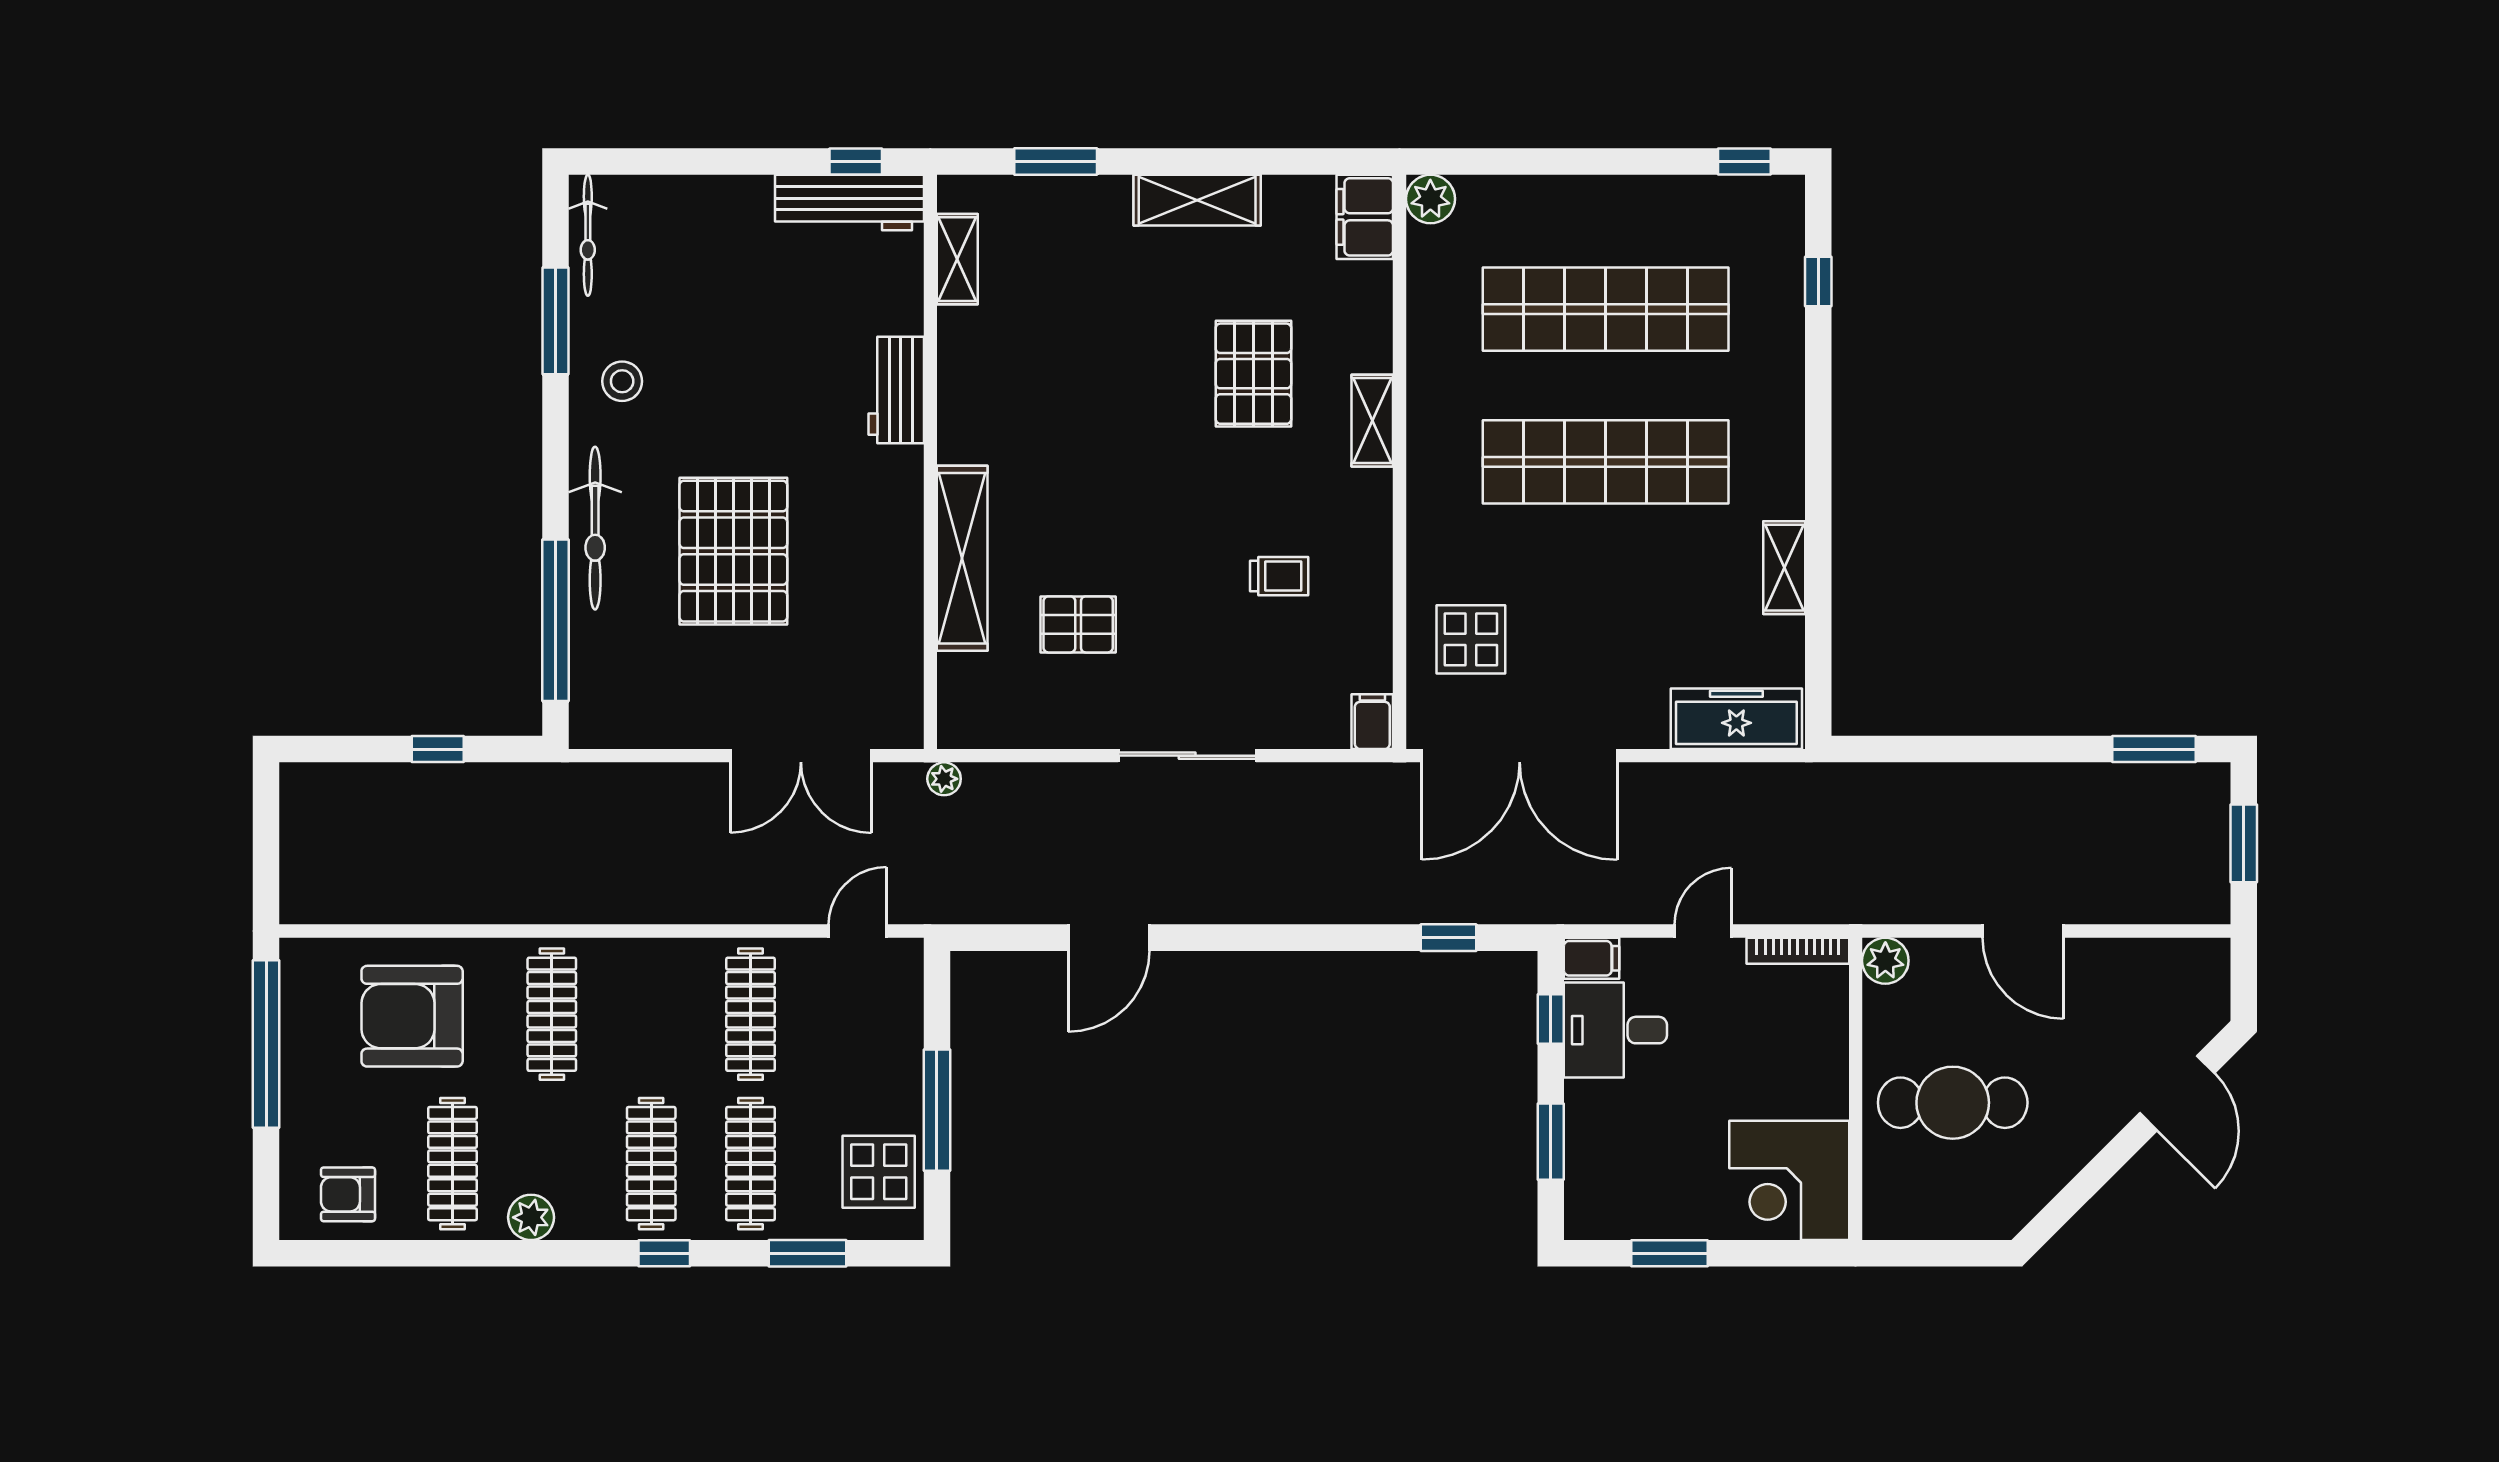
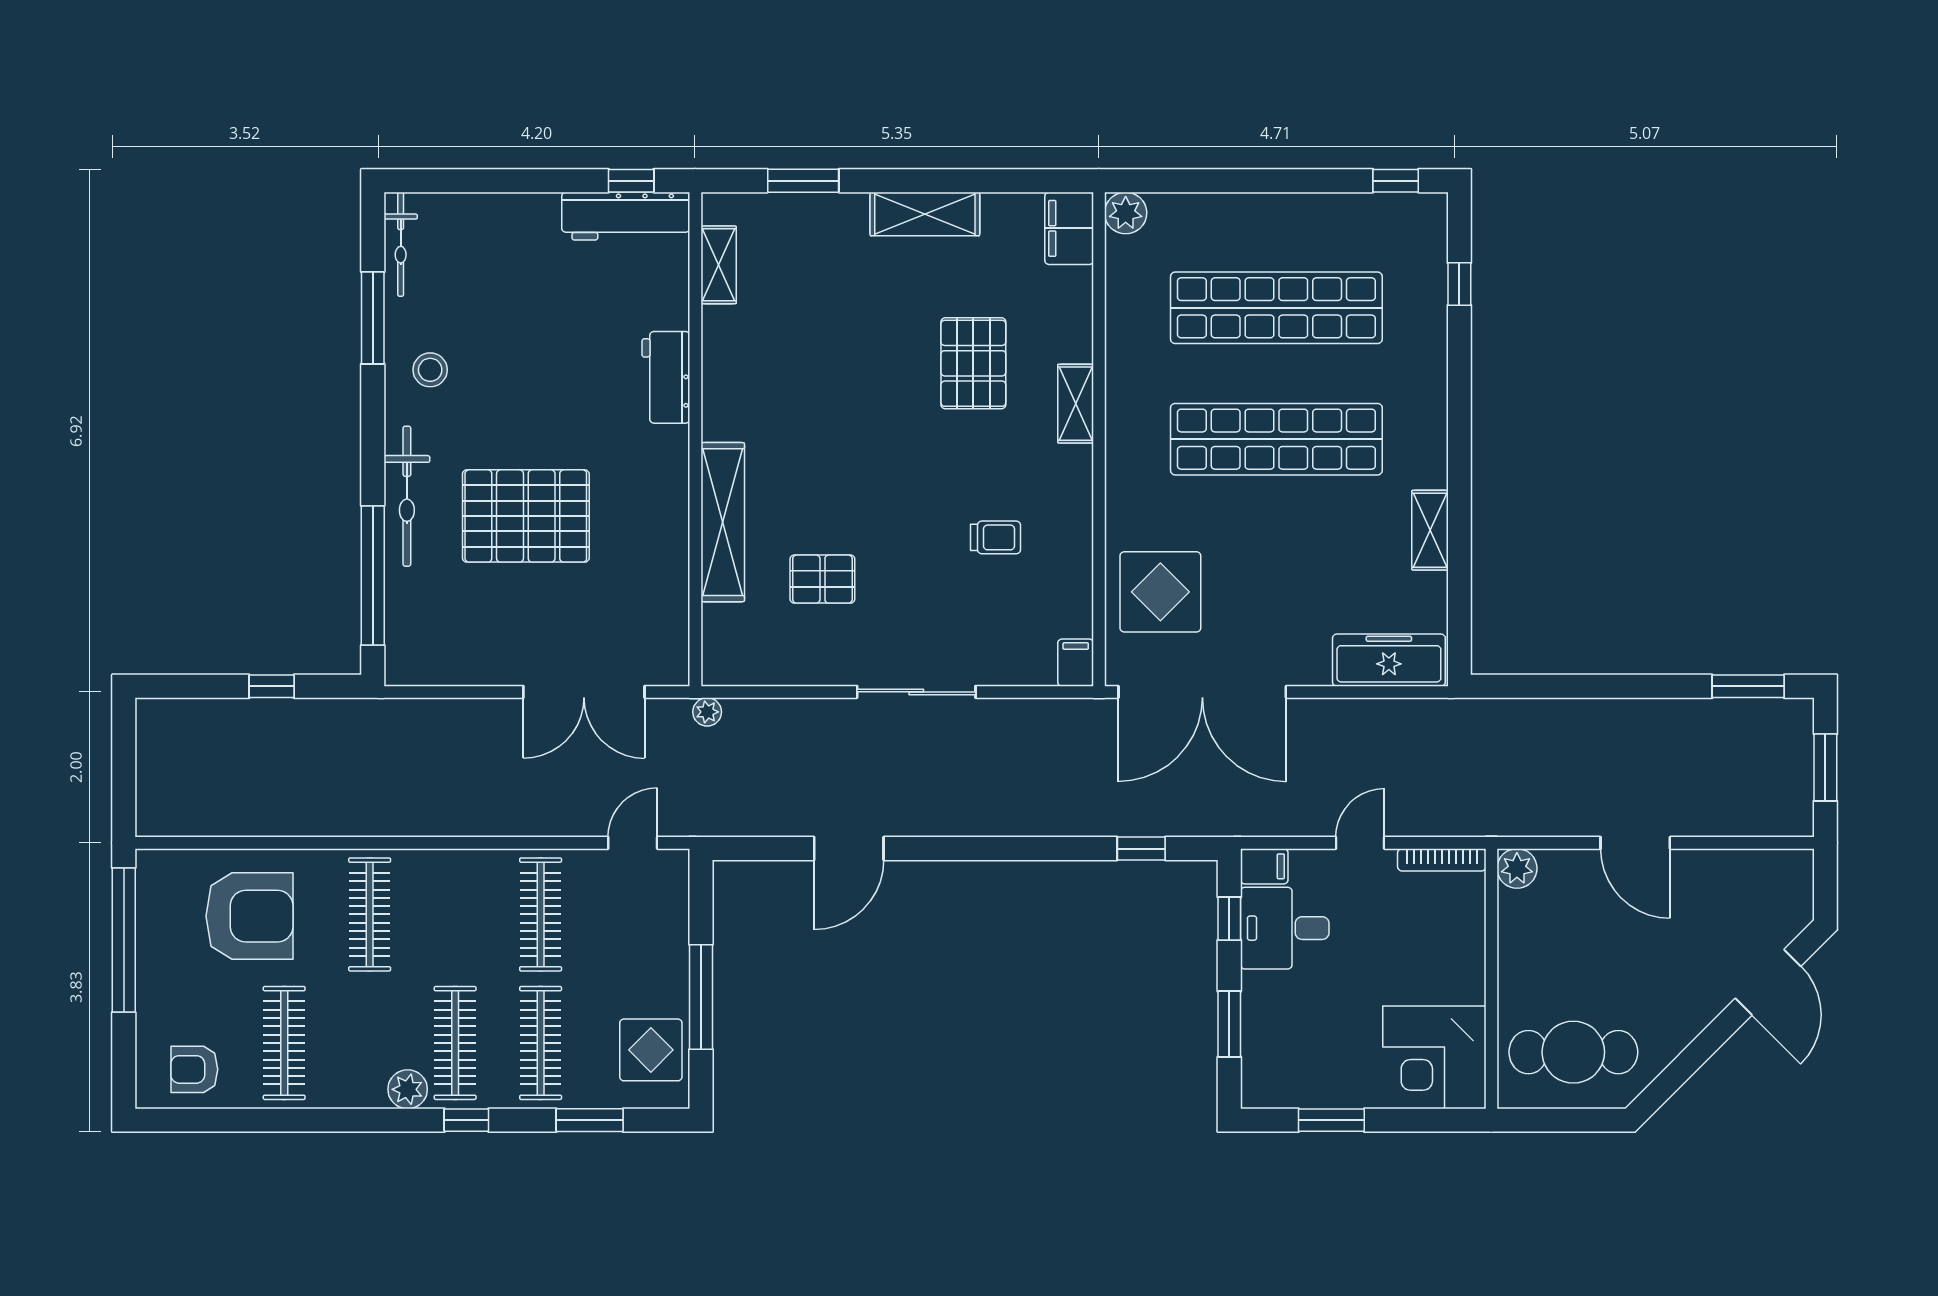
pallet: (733, 551) -> (526, 516), turned 90
display table: (1471, 639) -> (1160, 592), width x1.36, depth x1.36
armchair: (412, 1016) -> (249, 916), turned 180
cafe table: (1953, 1103) -> (1573, 1052), moved
plant: (531, 1217) -> (408, 1089), moved

